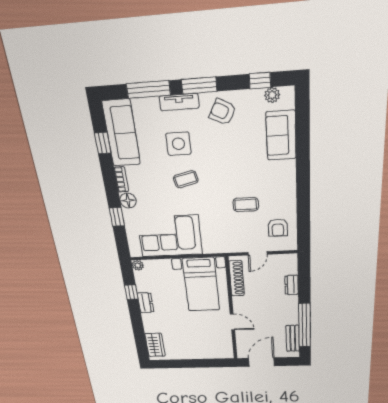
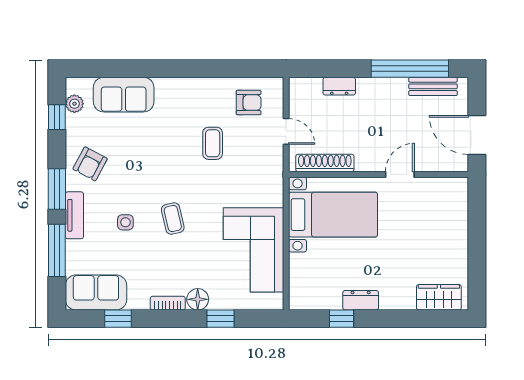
sofa: (121, 133) -> (96, 292), width x0.73
side table: (178, 144) -> (125, 222), width x0.54, depth x0.54
plant: (138, 265) -> (297, 302), removed

